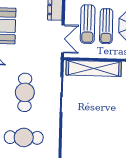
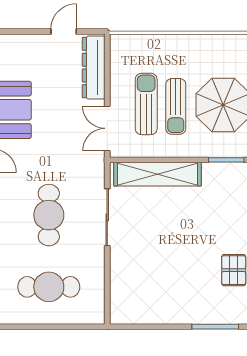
sun lounger: (88, 24) -> (146, 104), turned 180
double door: (63, 39) -> (107, 128), swing flipped

